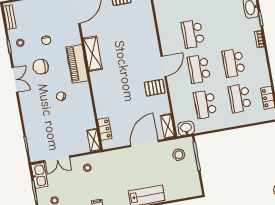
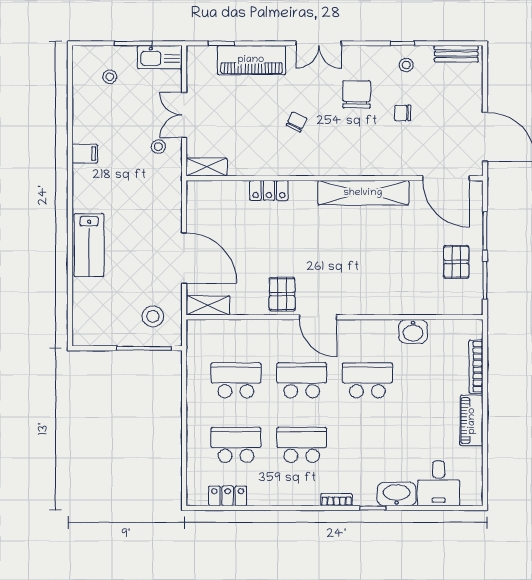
shelving: (93, 54) -> (363, 193), width x1.47
piano: (77, 64) -> (251, 60), moved, turned 180
double door: (15, 80) -> (319, 43), moved
washbasin: (186, 128) -> (413, 331), moved, turned 90
locker: (105, 129) -> (269, 190), moved
double door: (57, 159) -> (184, 115), moved

